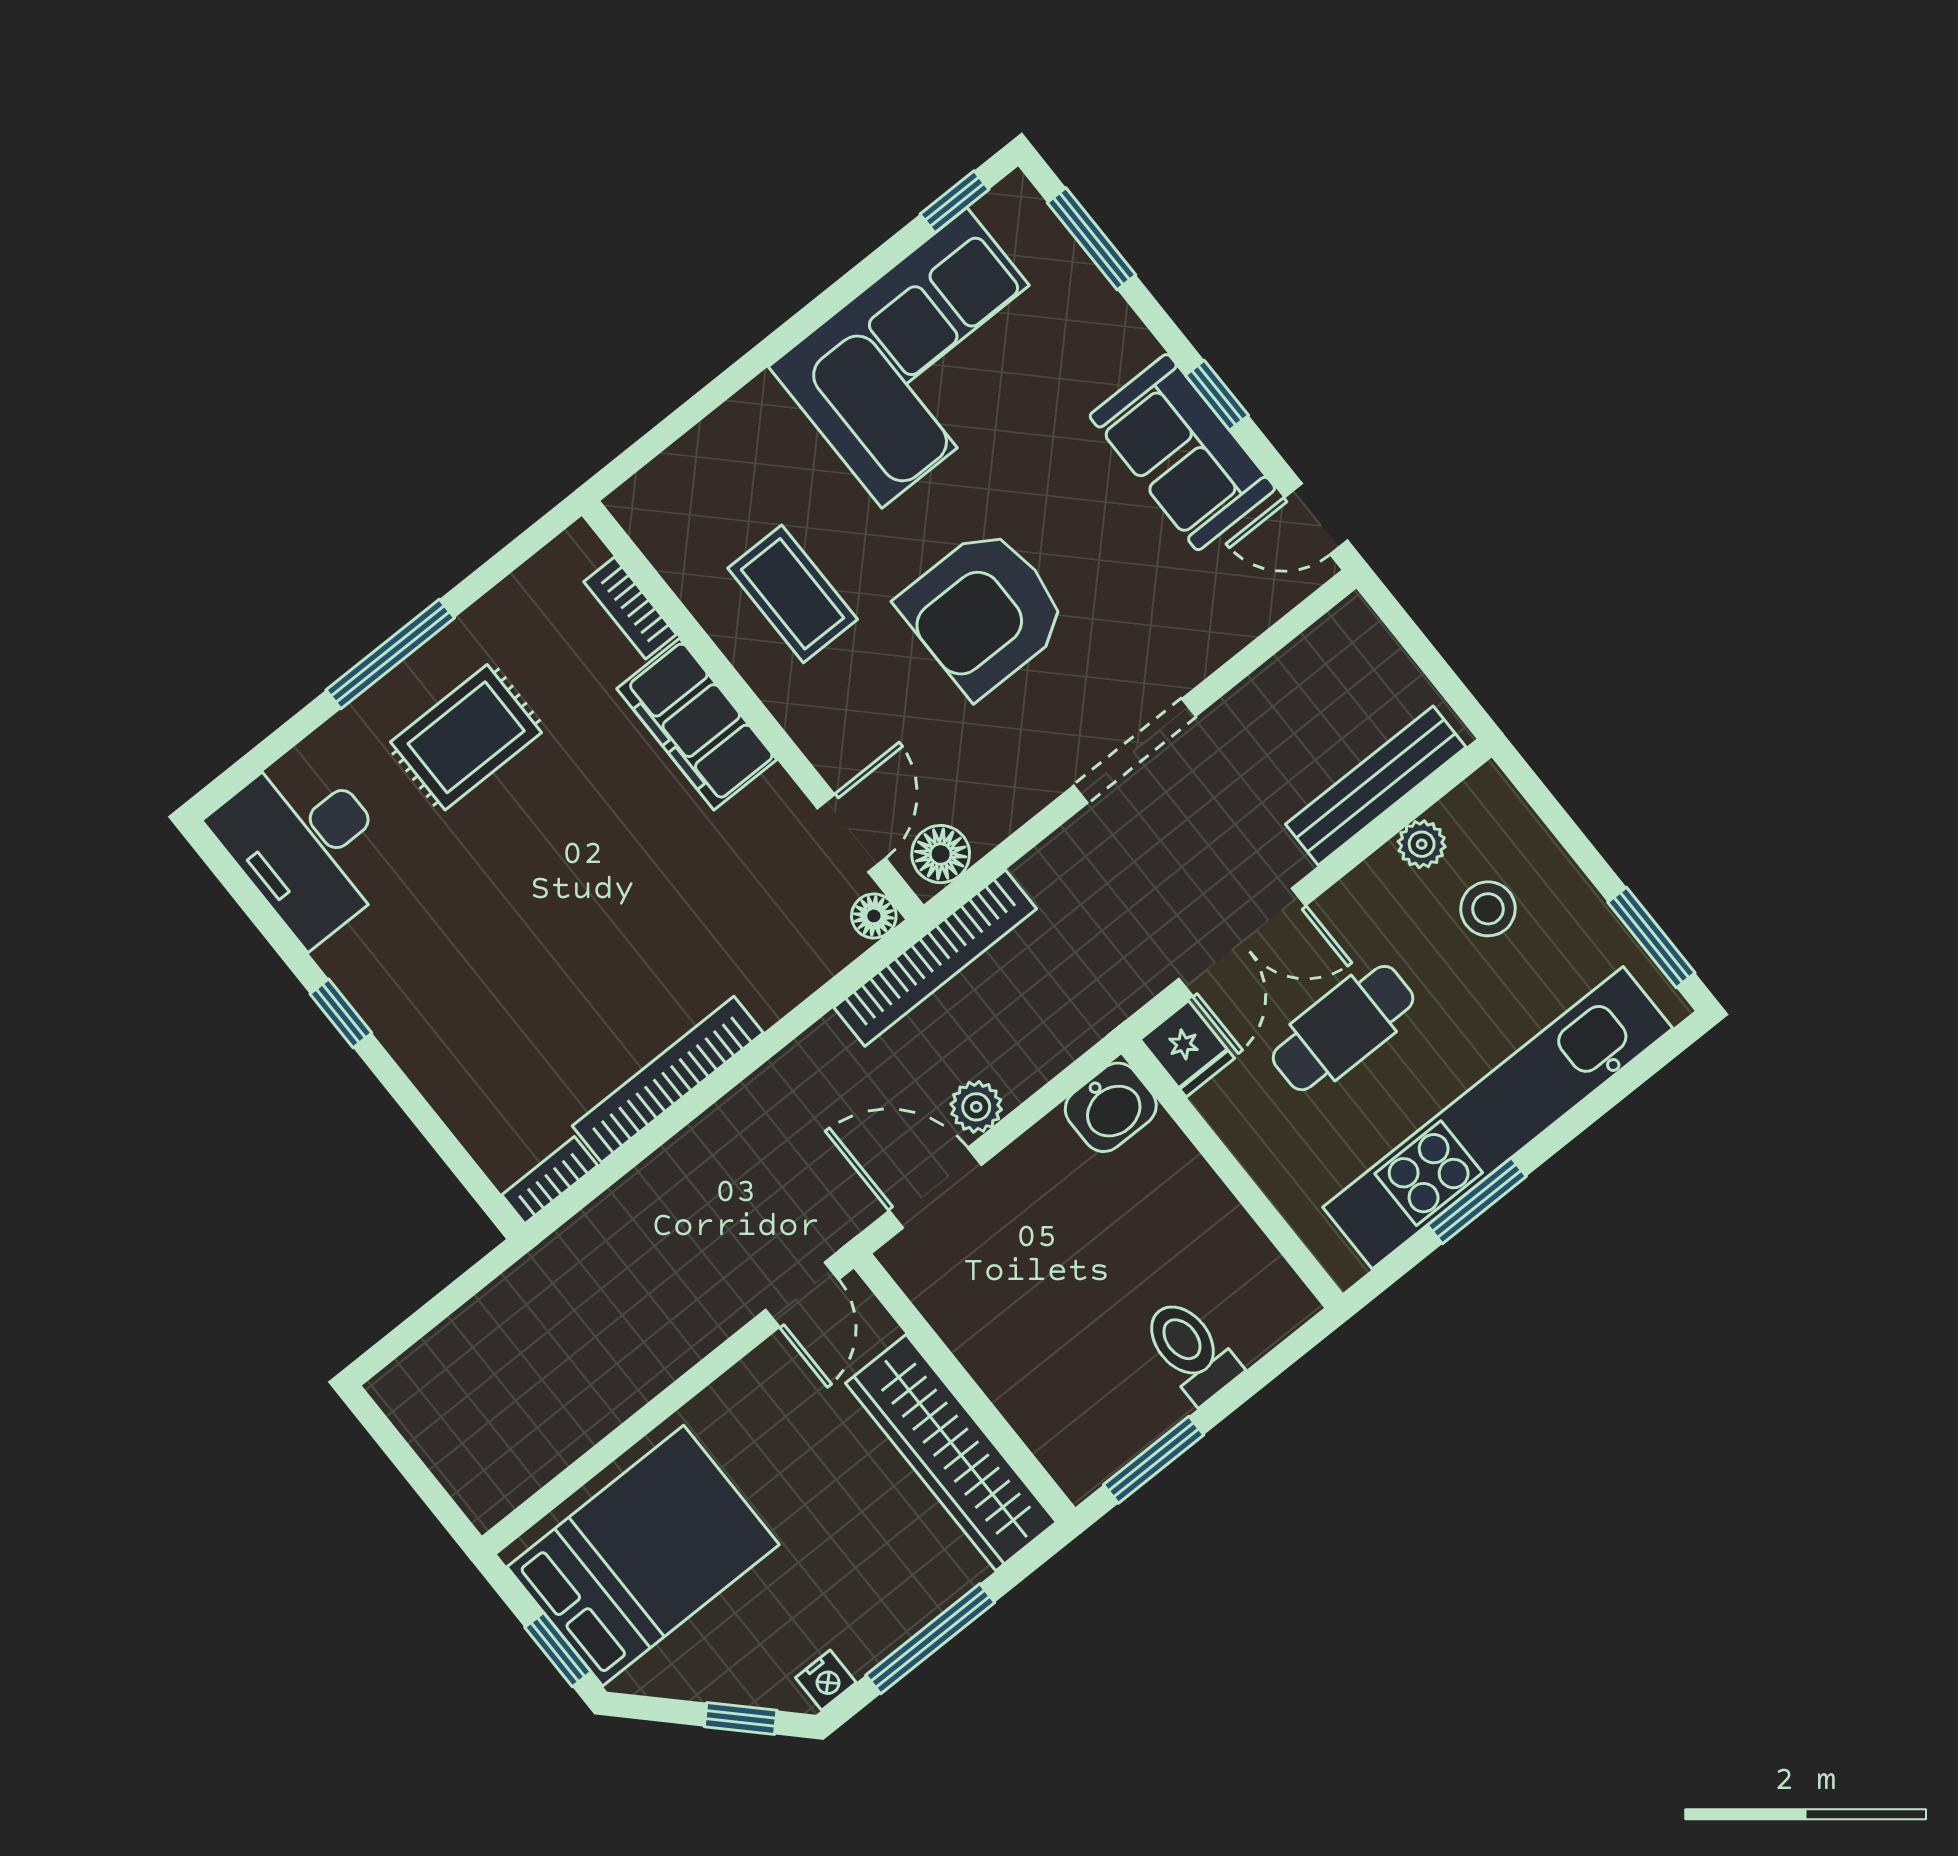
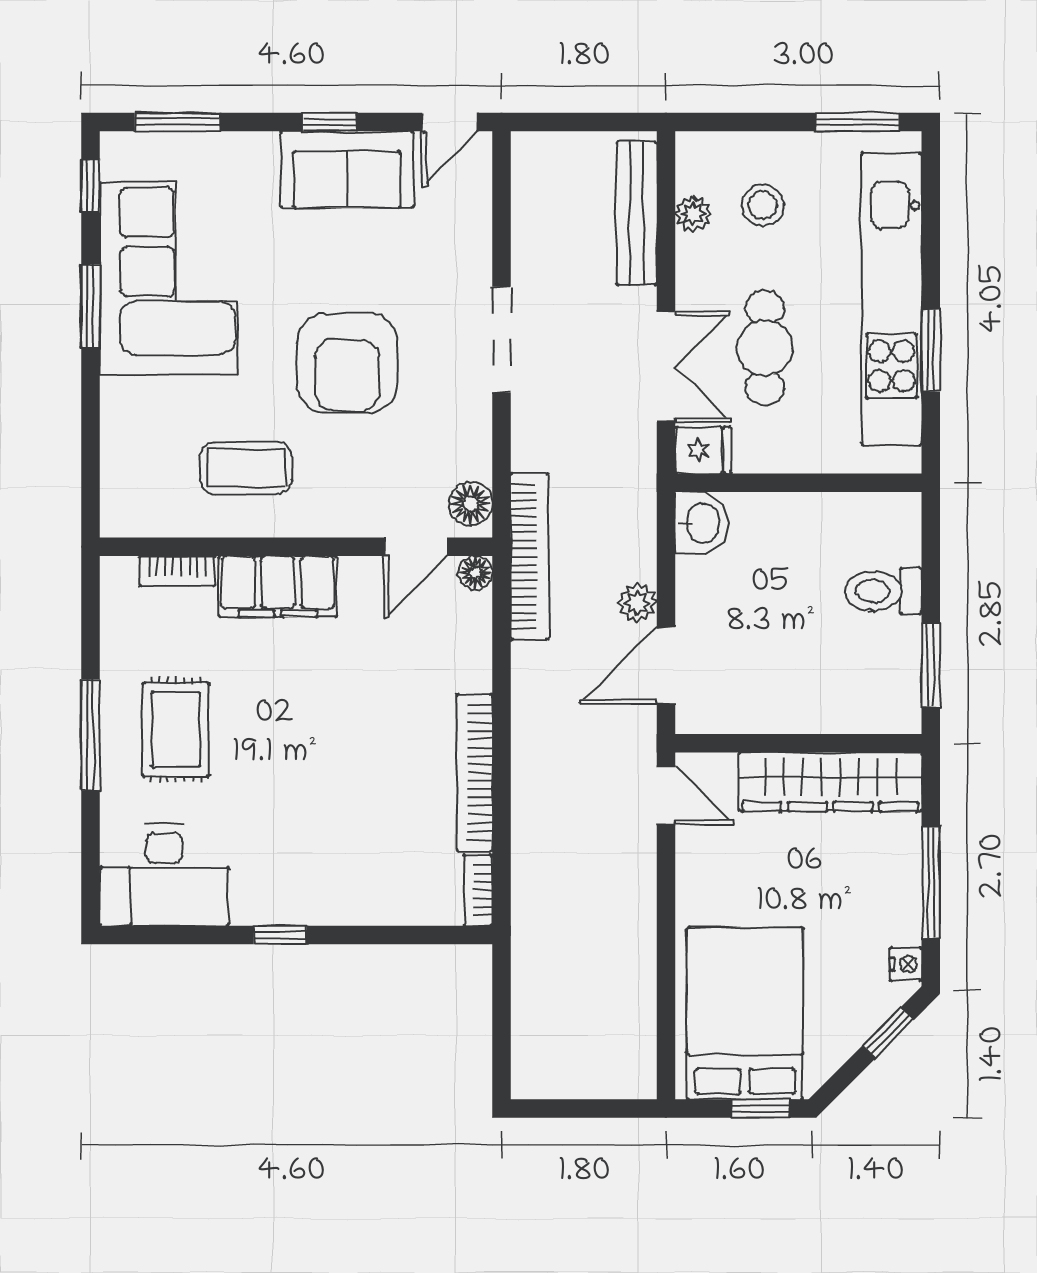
window: (831, 301) -> (90, 306), added
door: (851, 833) -> (416, 547), swing flipped

